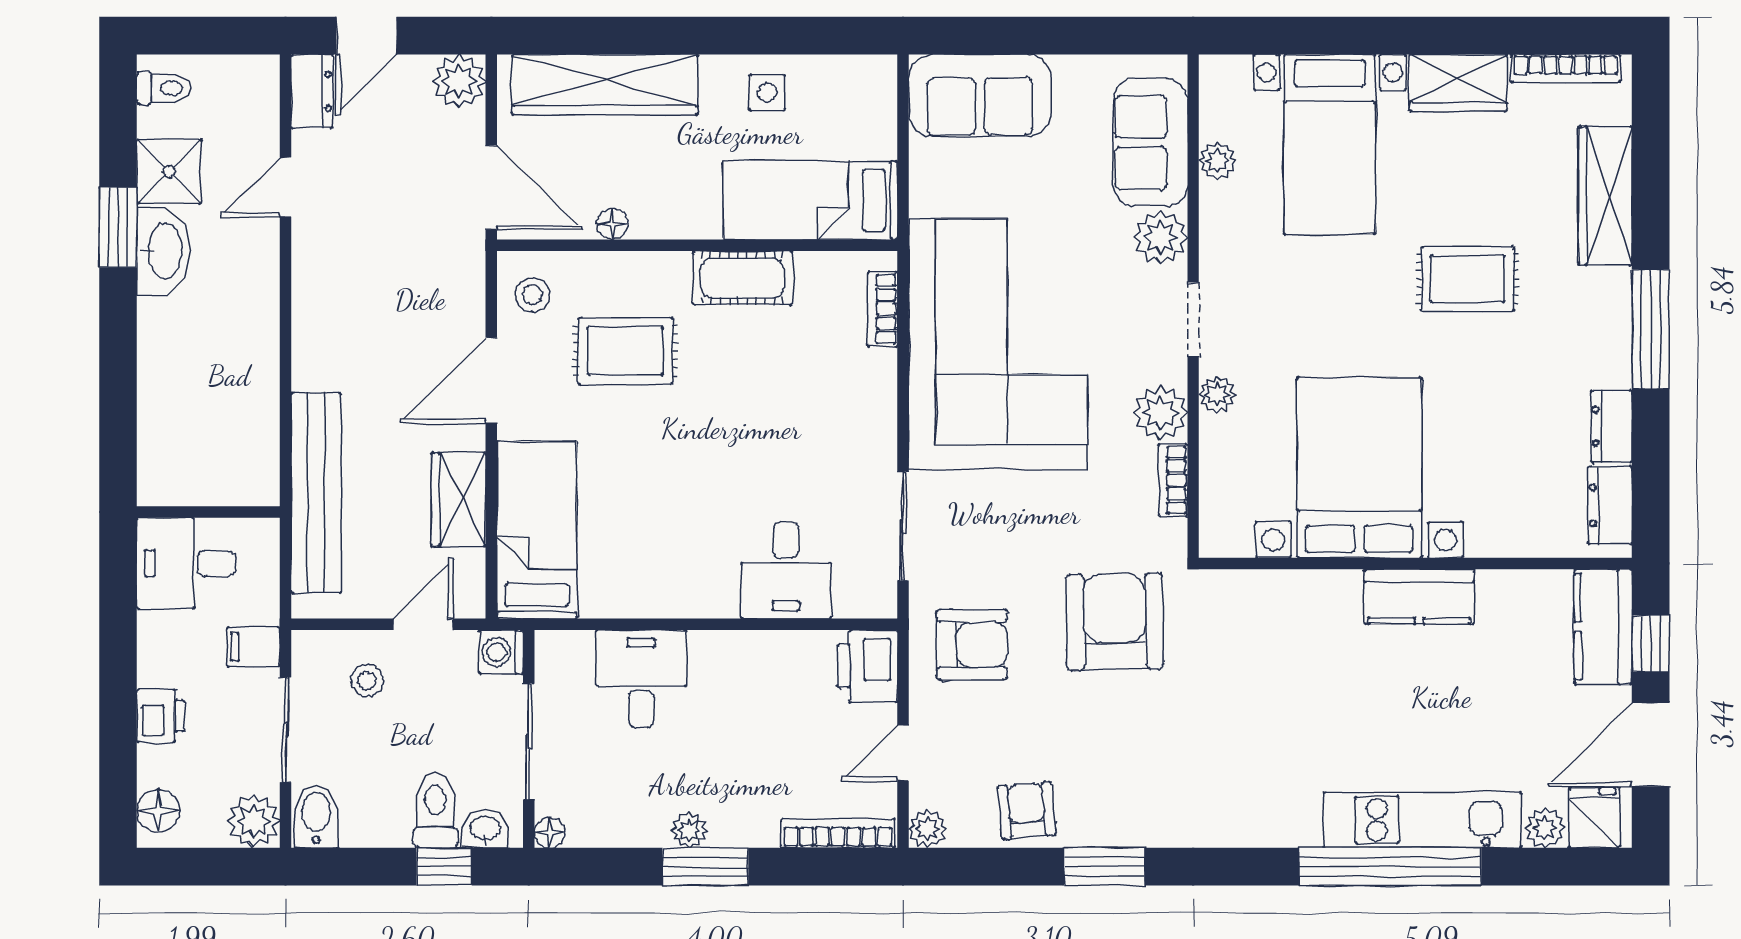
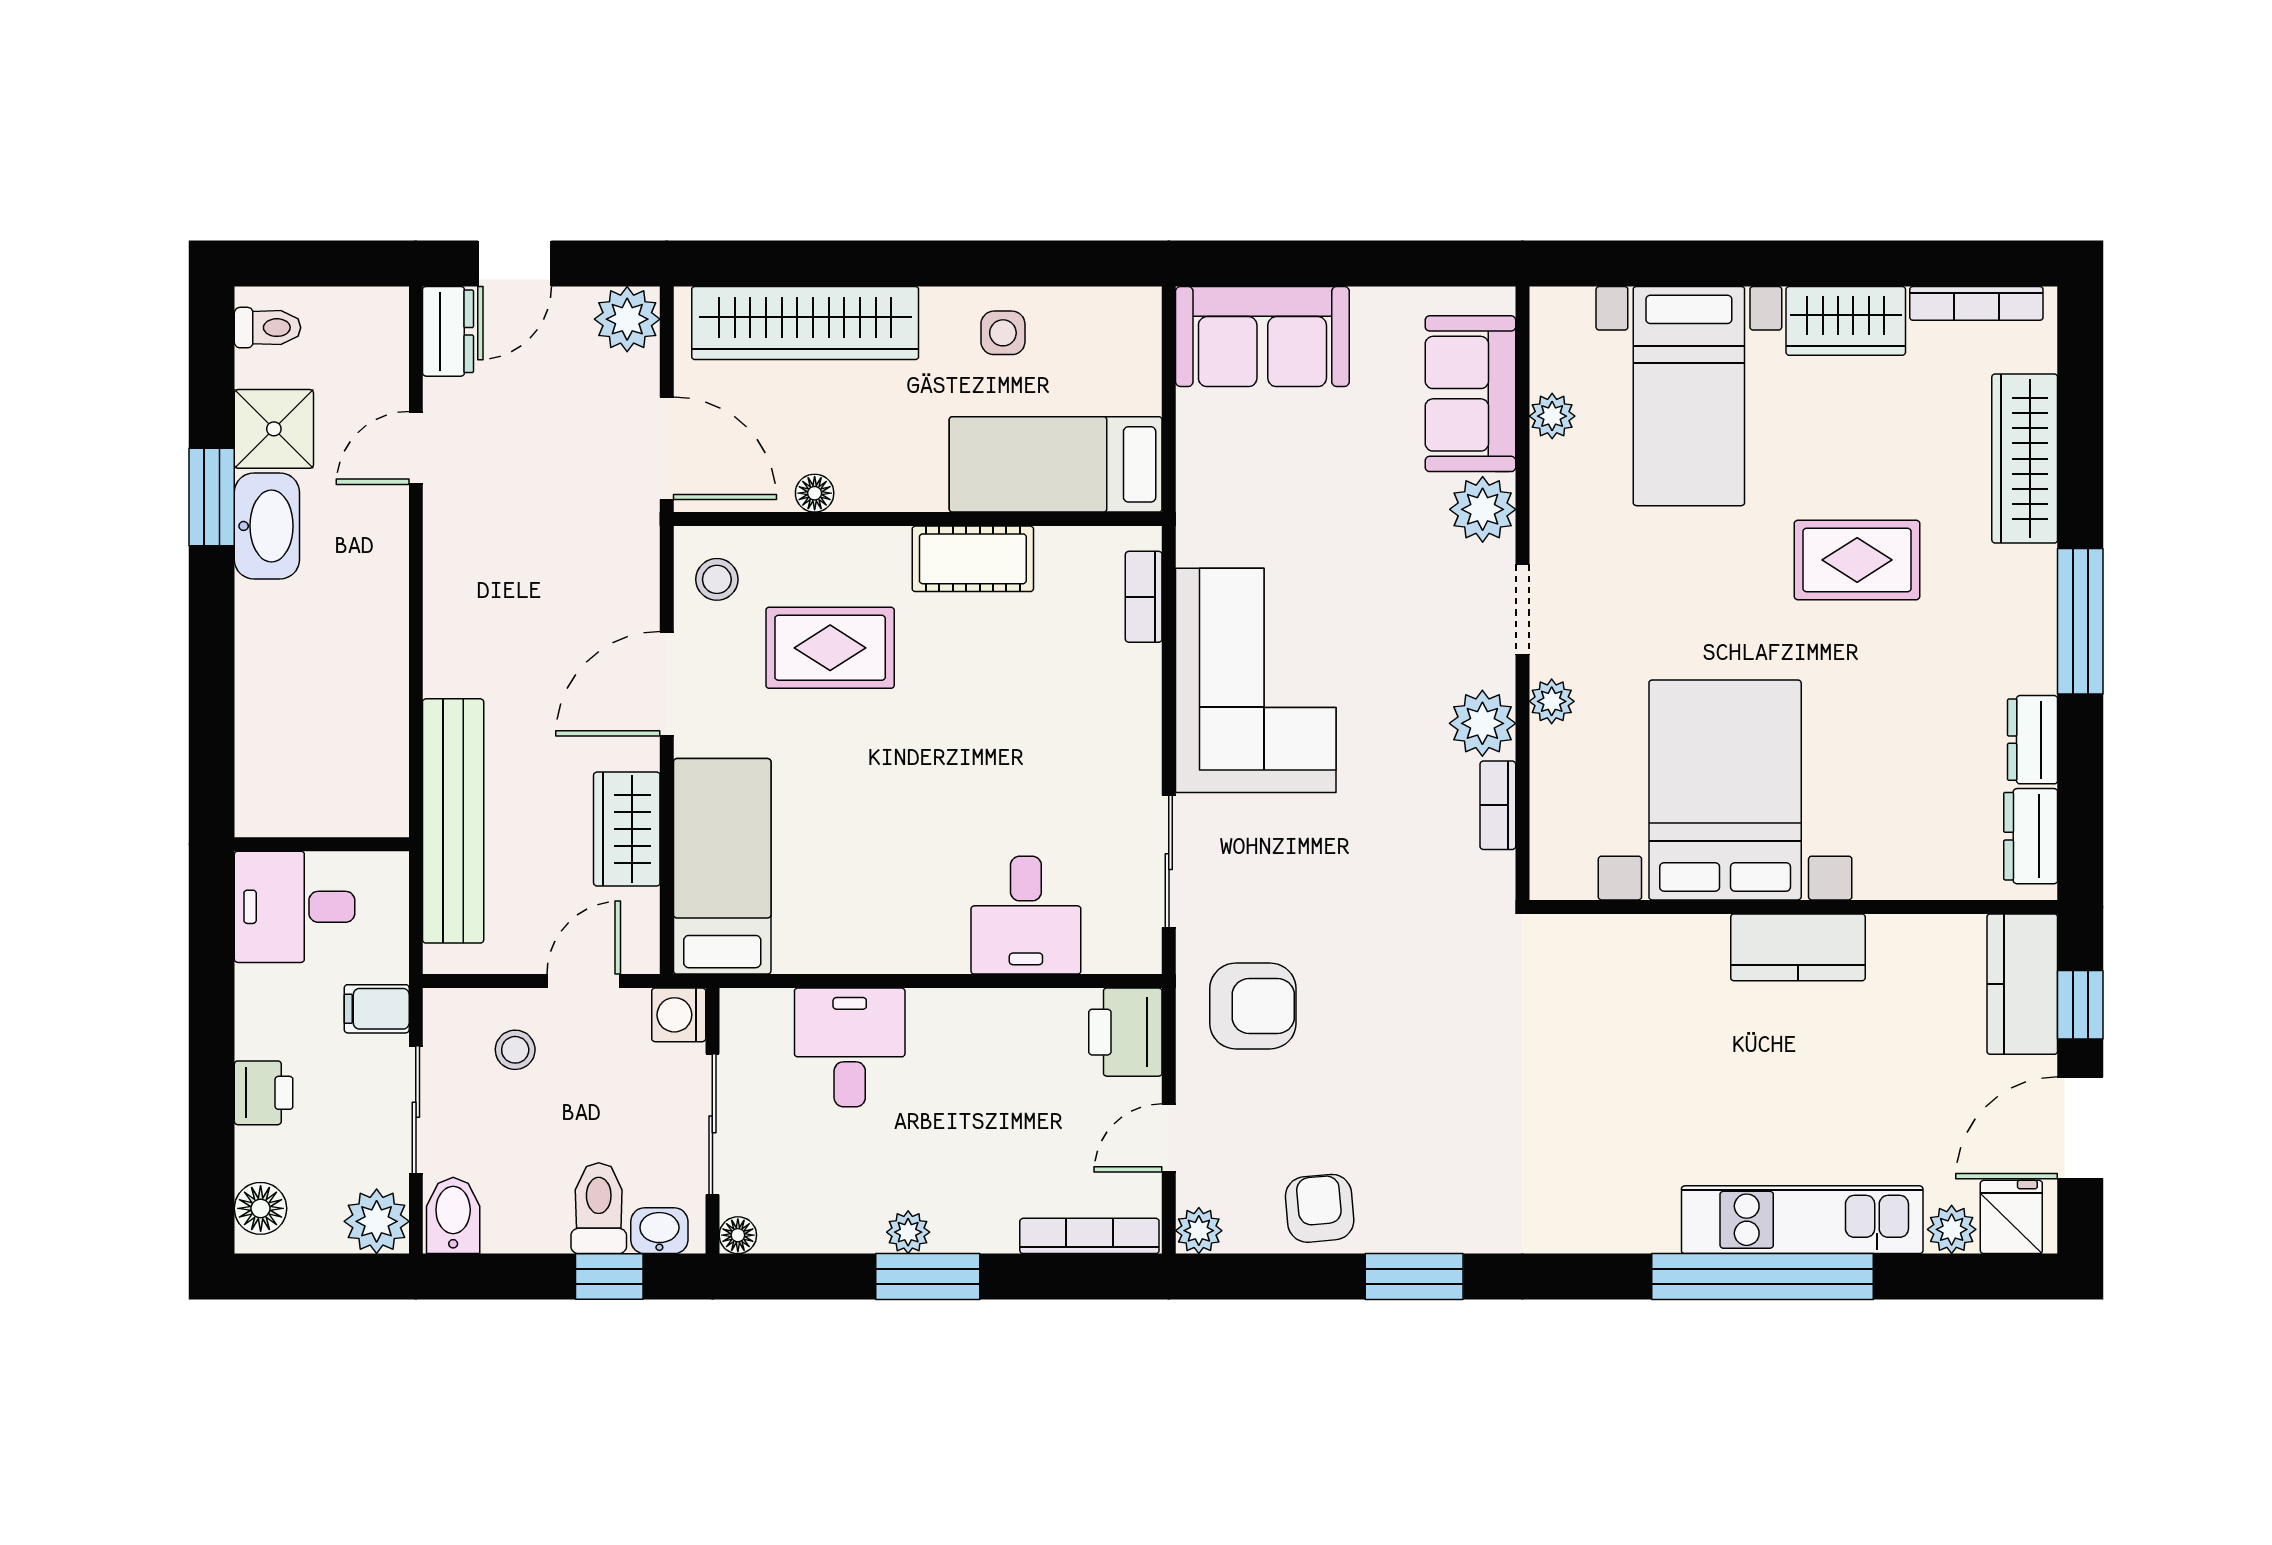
corner sofa: (998, 344) -> (1256, 680), width x0.73, depth x0.74
armchair: (1115, 622) -> (1427, 978), removed

